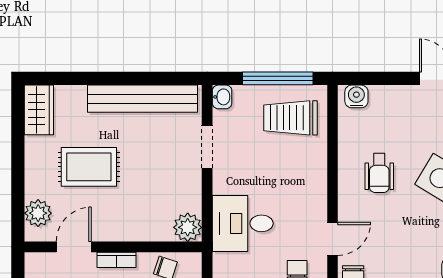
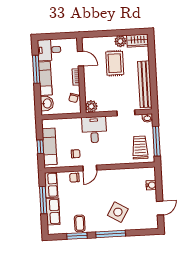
water cooler: (356, 96) -> (151, 185), moved
wheelchair: (379, 173) -> (119, 186), removed
plant: (38, 213) -> (120, 41), moved
door: (333, 239) -> (90, 168), hinge flipped

